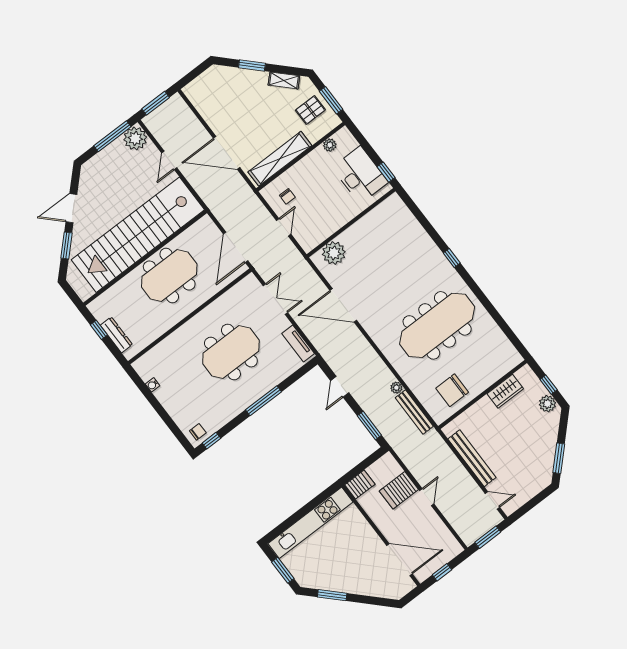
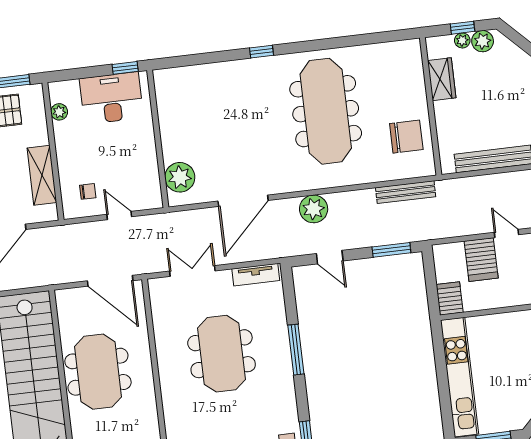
shelving: (280, 159) -> (42, 175), width x0.68
plant: (396, 388) -> (314, 209), moved, width x1.87, depth x1.87
chair: (452, 390) -> (406, 137), turned -90
plant: (540, 390) -> (462, 40), added

